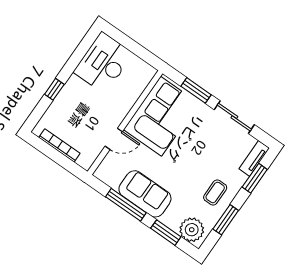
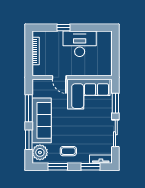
desk: (103, 63) -> (80, 44), moved
sofa: (145, 194) -> (42, 120), width x1.36

